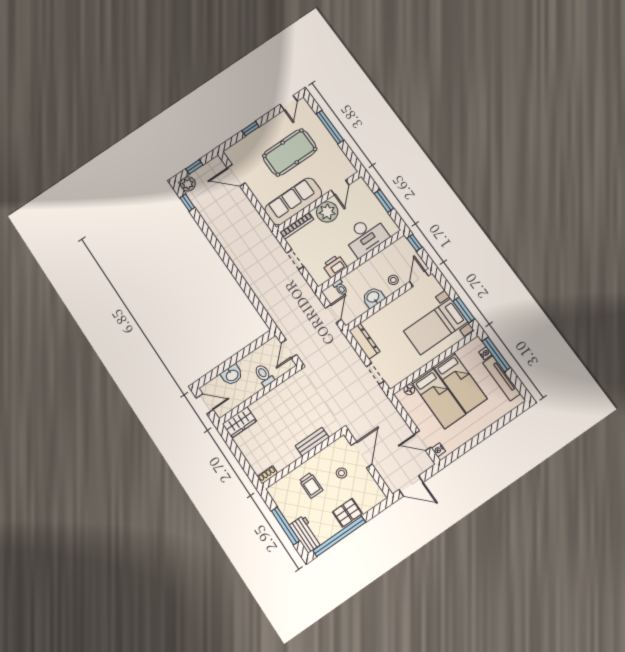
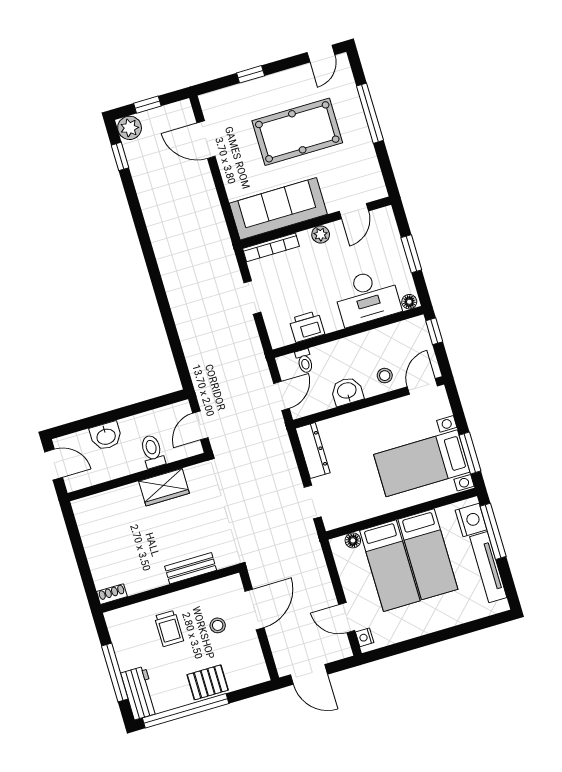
plant: (327, 212) -> (321, 235), width x0.53, depth x0.53
floor lamp: (393, 230) -> (409, 302), added
nightstand: (485, 353) -> (471, 520), width x1.89, depth x1.79
wardrobe: (239, 422) -> (164, 487), moved

